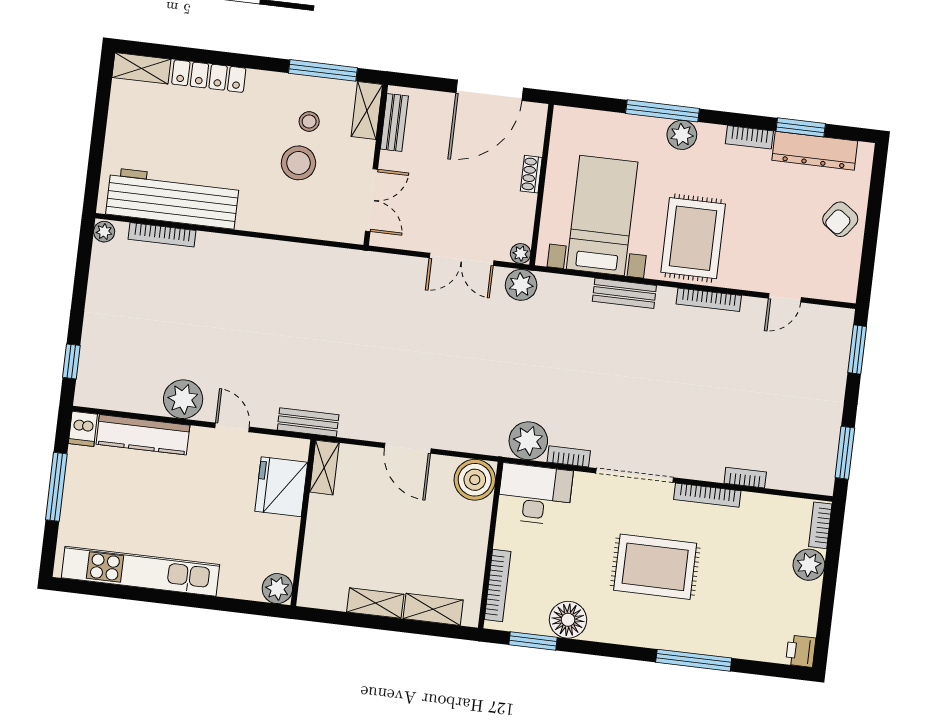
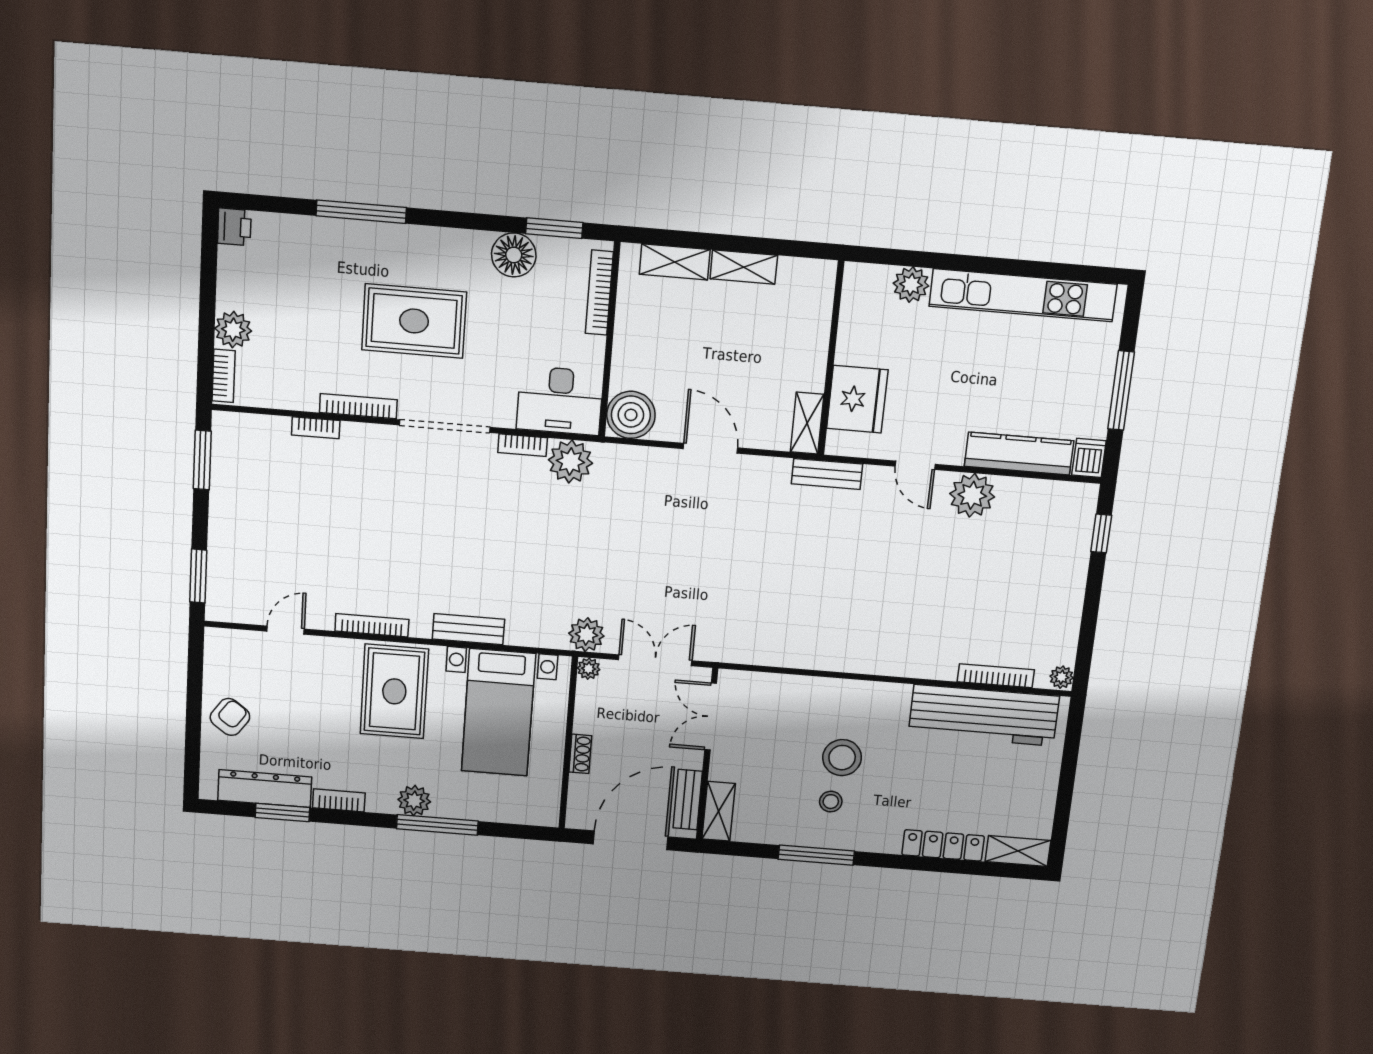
shelving: (367, 110) -> (719, 811), moved
bench: (394, 123) -> (688, 800), moved
wall: (376, 165) -> (707, 754), moved
double door: (371, 200) -> (711, 717), moved
plant: (277, 589) -> (911, 285), moved

